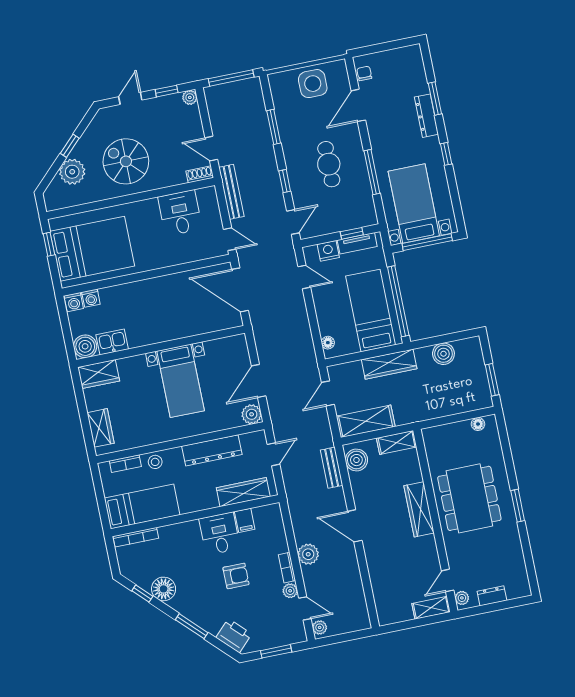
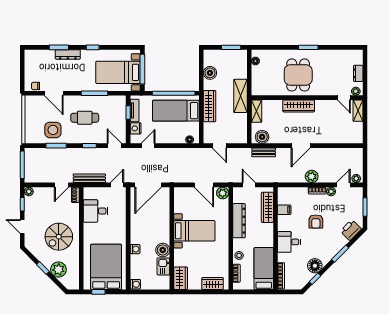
side table: (313, 84) -> (53, 130), moved
washing machine: (91, 298) -> (135, 249), moved
boiler: (85, 346) -> (163, 250), moved
shelving: (366, 421) -> (240, 96), moved
dining table: (469, 498) -> (298, 75), width x0.73
desk: (220, 534) -> (289, 242), moved
armchair: (236, 576) -> (316, 222), turned 180

